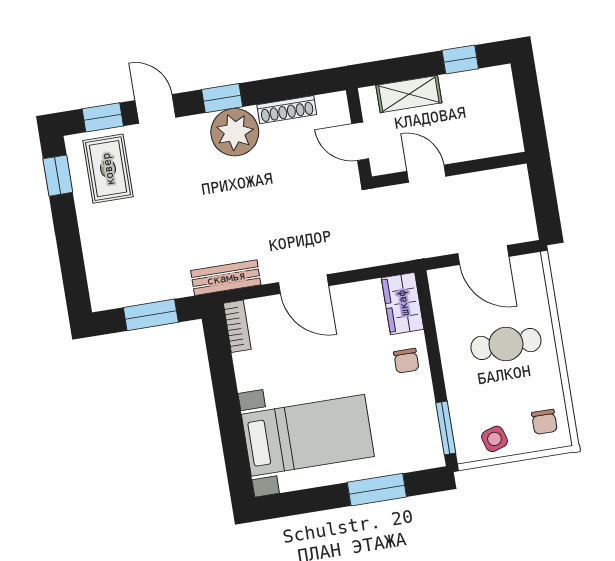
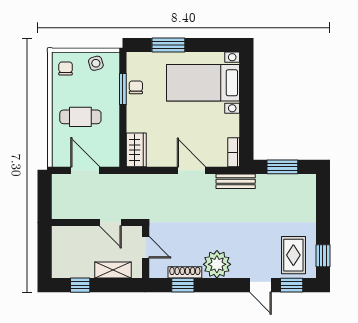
window: (222, 98) -> (183, 285), moved
chair: (406, 361) -> (136, 87), moved
window: (446, 428) -> (123, 89), moved

